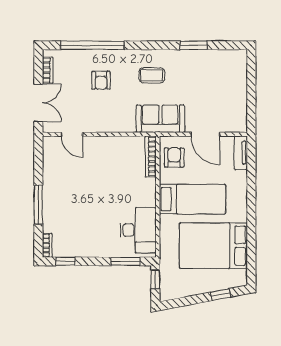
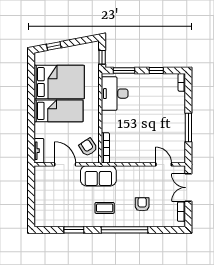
window: (92, 45) -> (125, 230), moved
armchair: (174, 158) -> (88, 147), turned 147
bed: (192, 199) -> (59, 111), moved, turned 180
window: (38, 205) -> (188, 128), moved
window: (65, 261) -> (156, 70), moved

